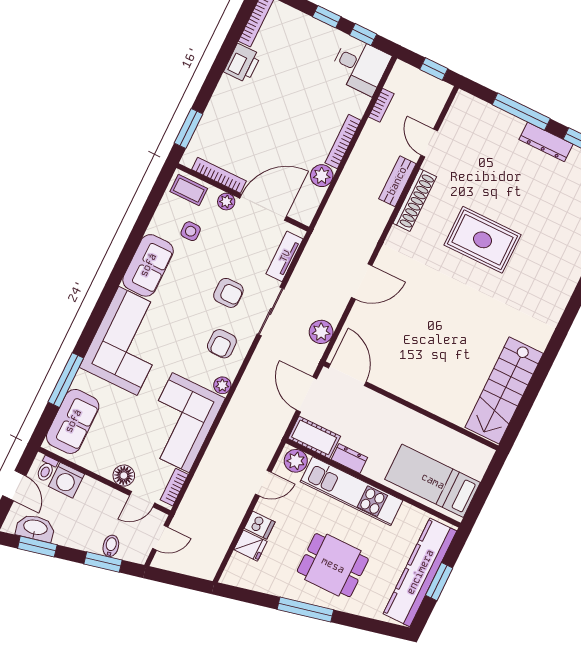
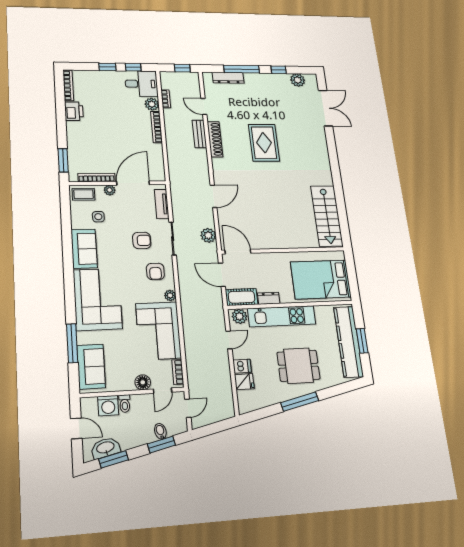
dresser: (546, 142) -> (228, 78), moved
plant: (322, 176) -> (152, 104), moved
rug: (483, 240) -> (264, 143), turned 90
toilet: (47, 469) -> (125, 404), moved
bed: (433, 481) -> (321, 279), width x1.50

